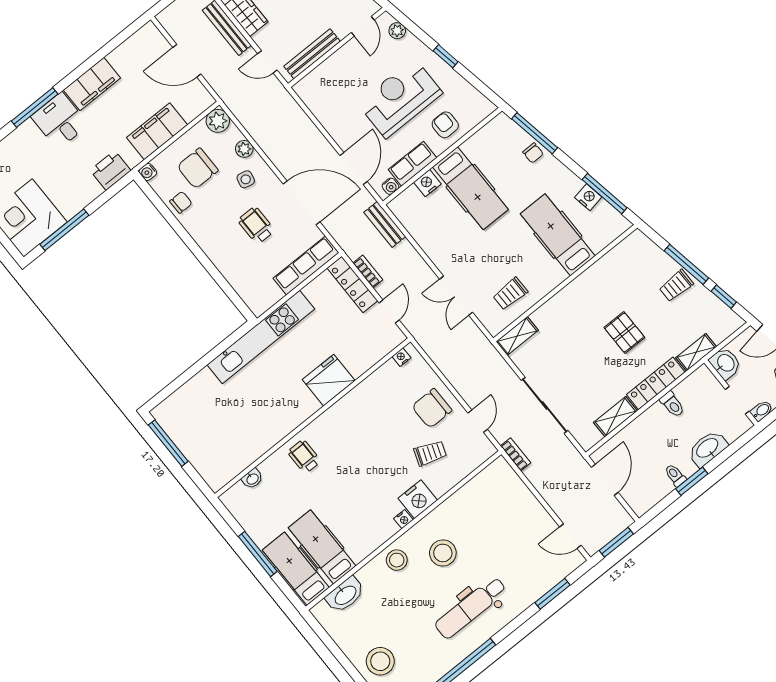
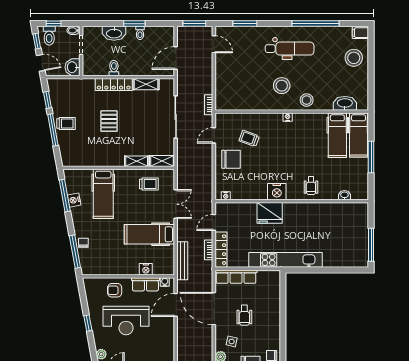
armchair: (445, 125) -> (115, 290), turned 90
hospital bed: (470, 188) -> (149, 234), moved, turned -90
bench: (385, 224) -> (182, 261), width x1.36
shelving: (696, 352) -> (137, 161), moved
nightstand: (418, 499) -> (277, 192), moved, turned 180

